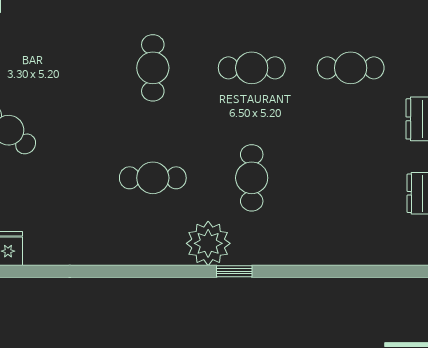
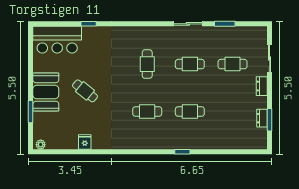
cafe table: (252, 178) -> (190, 111), turned 90
plant: (208, 243) -> (171, 140), removed

